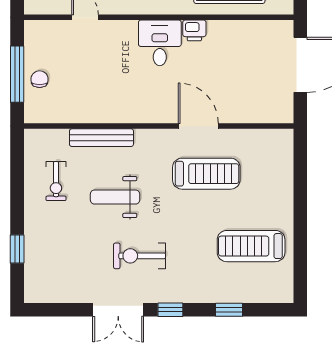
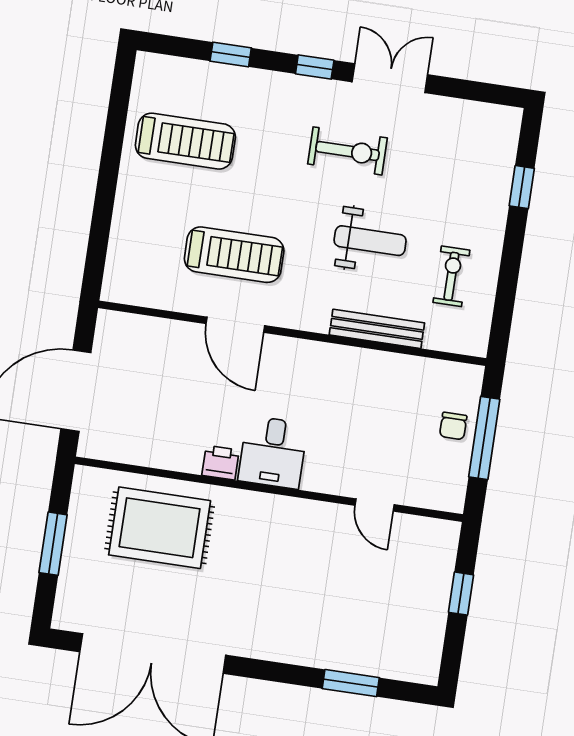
treadmill: (206, 174) -> (234, 255), turned 180

